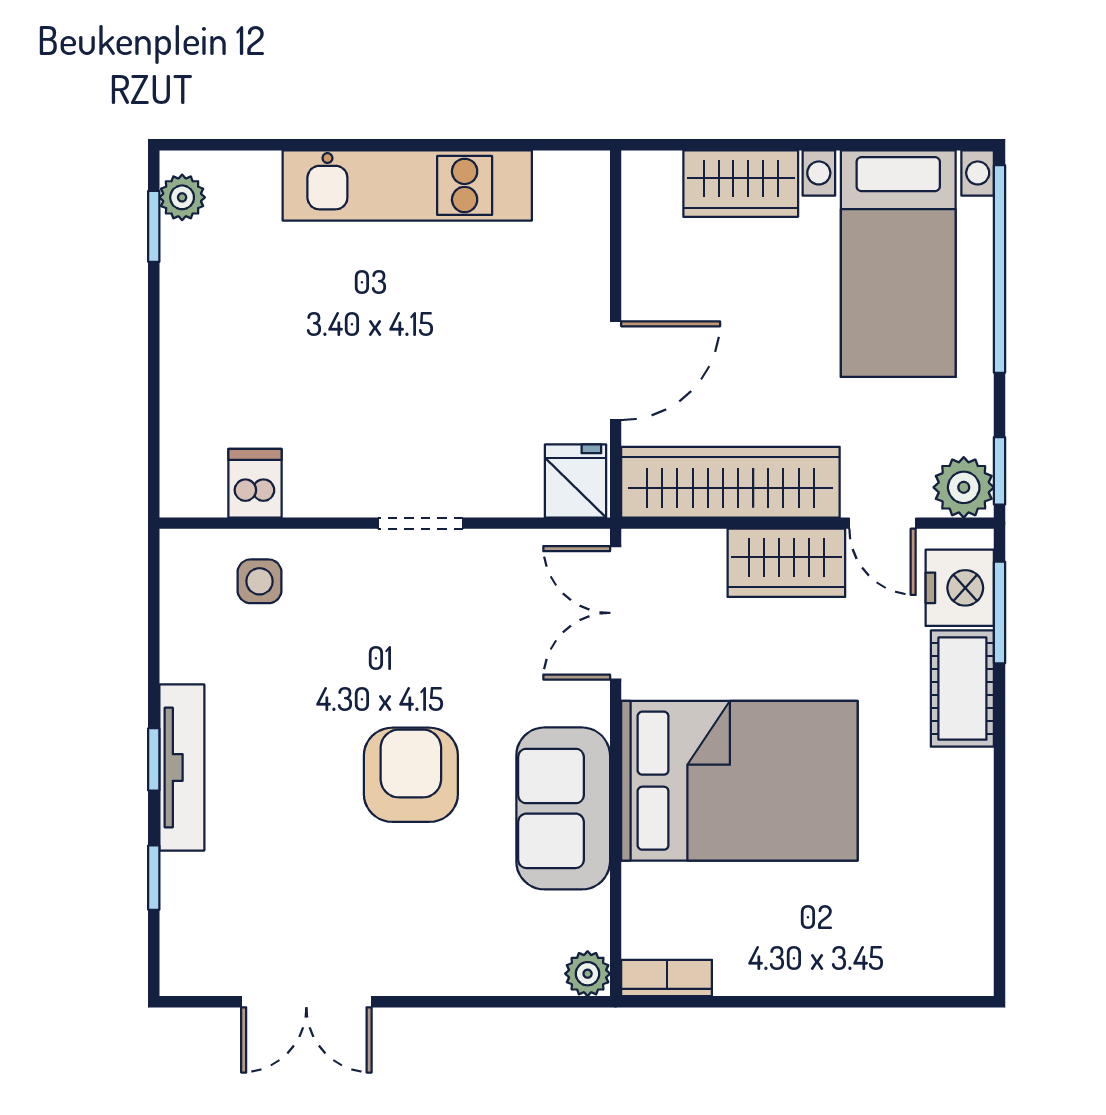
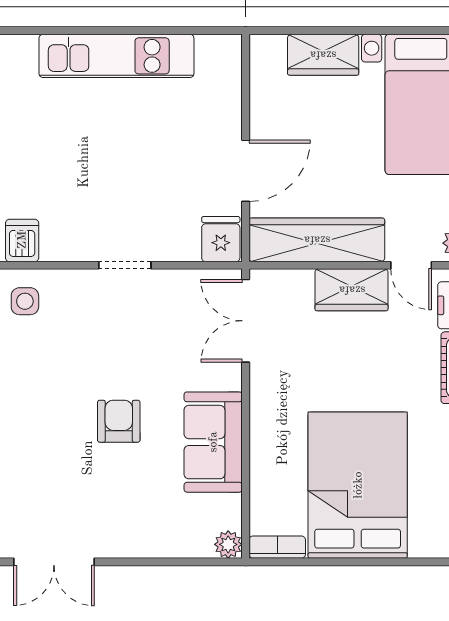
armchair: (411, 775) -> (119, 421), width x0.72, depth x0.72
bed: (739, 781) -> (358, 485), moved, turned -90

